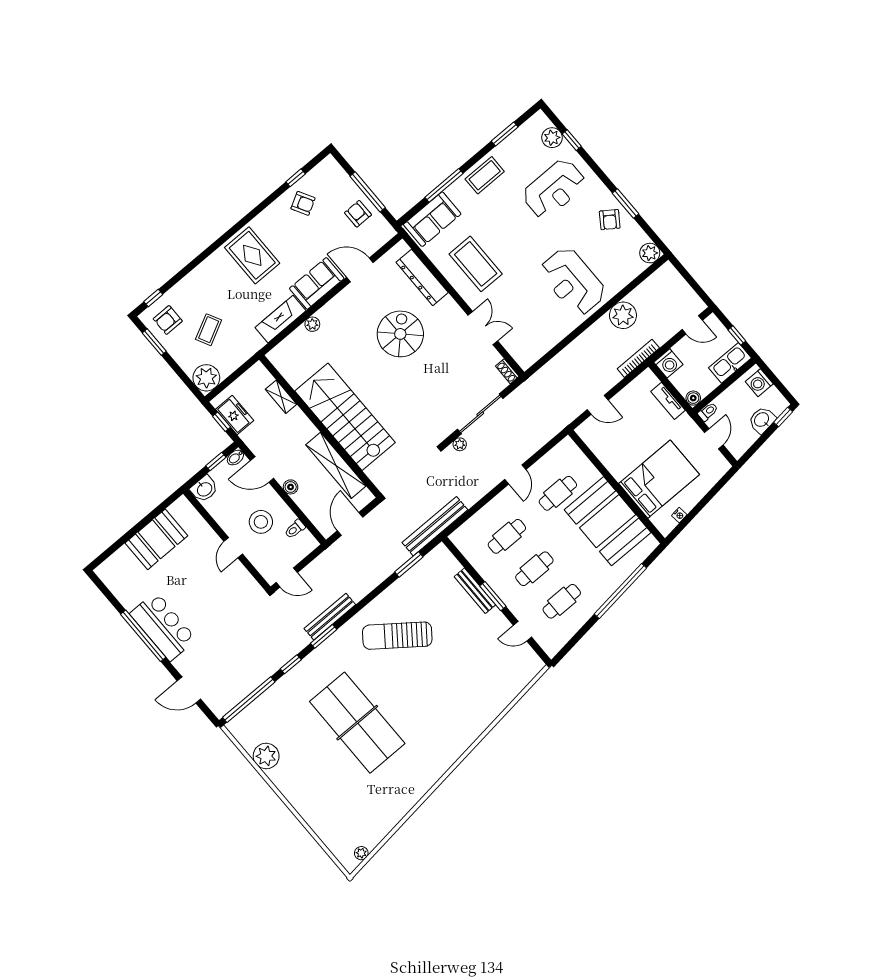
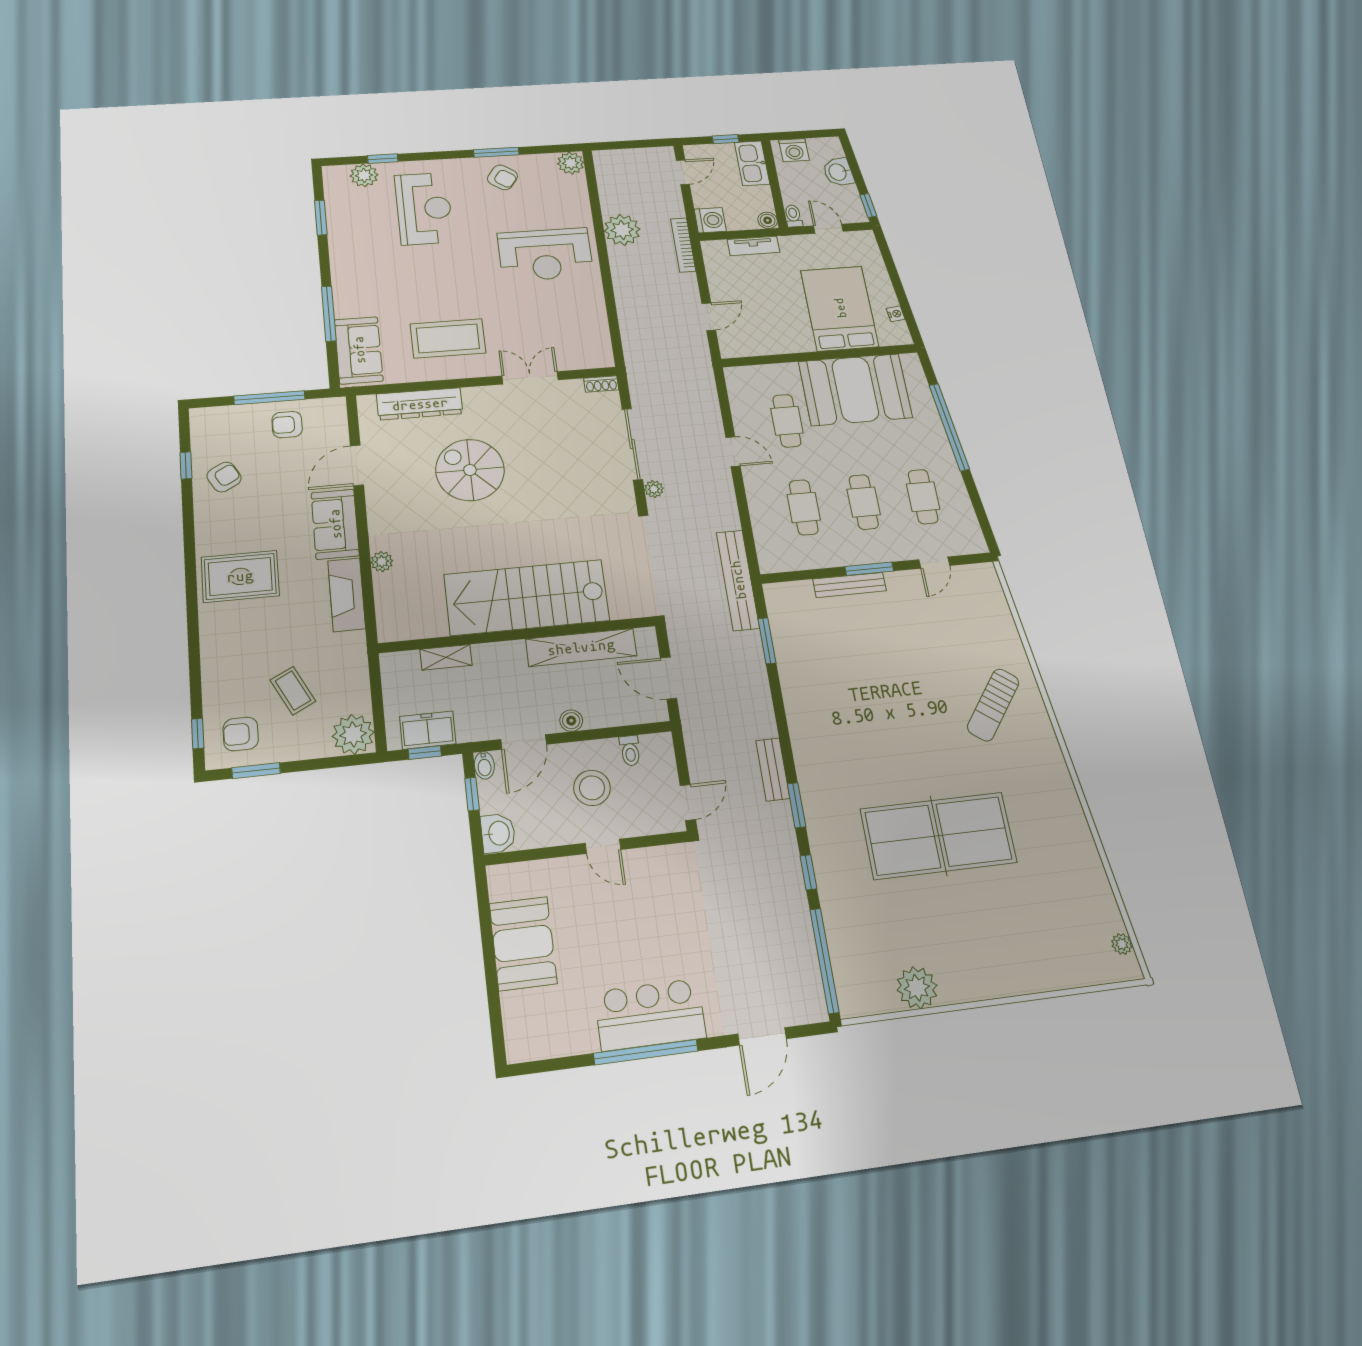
coffee table: (485, 175) -> (351, 266), removed
armchair: (168, 320) -> (241, 734), turned 90
window: (783, 417) -> (868, 205), moved
bench: (330, 617) -> (773, 769), width x0.73
sun lounger: (397, 636) -> (993, 705), moved, width x0.73, depth x0.75

